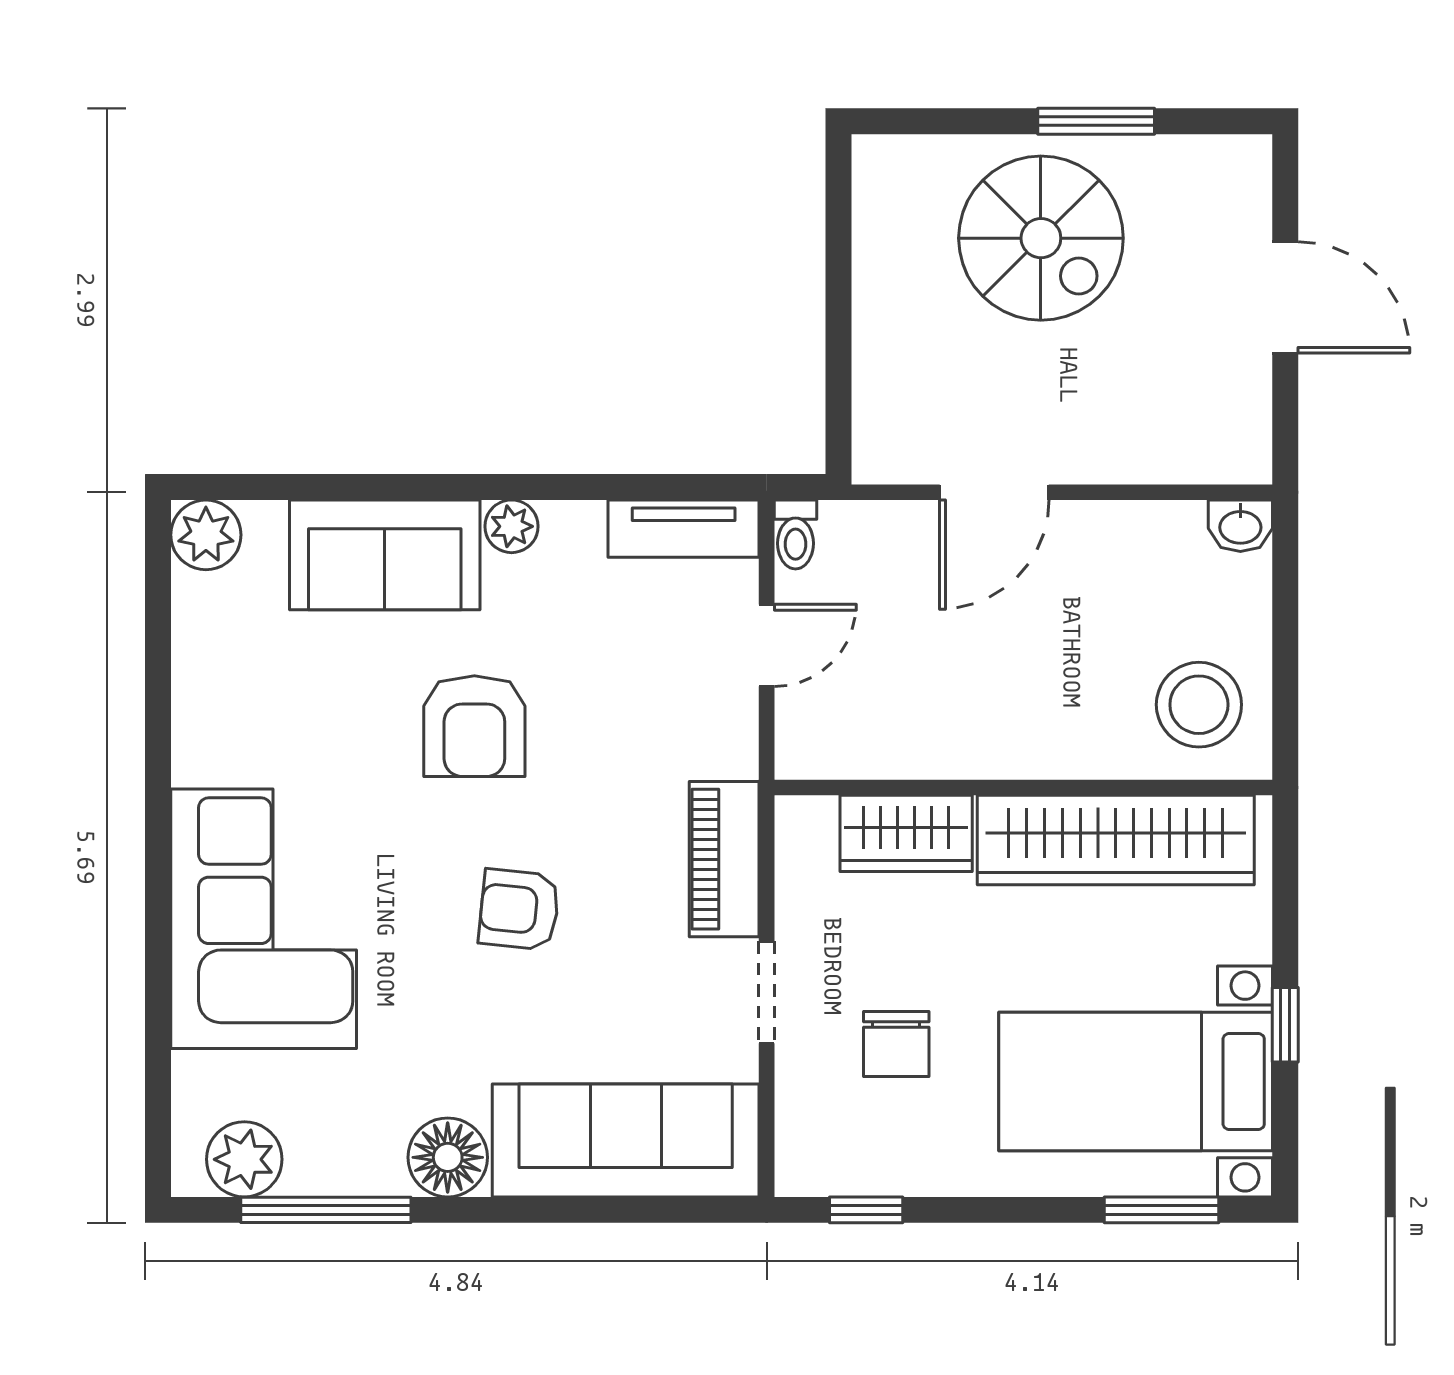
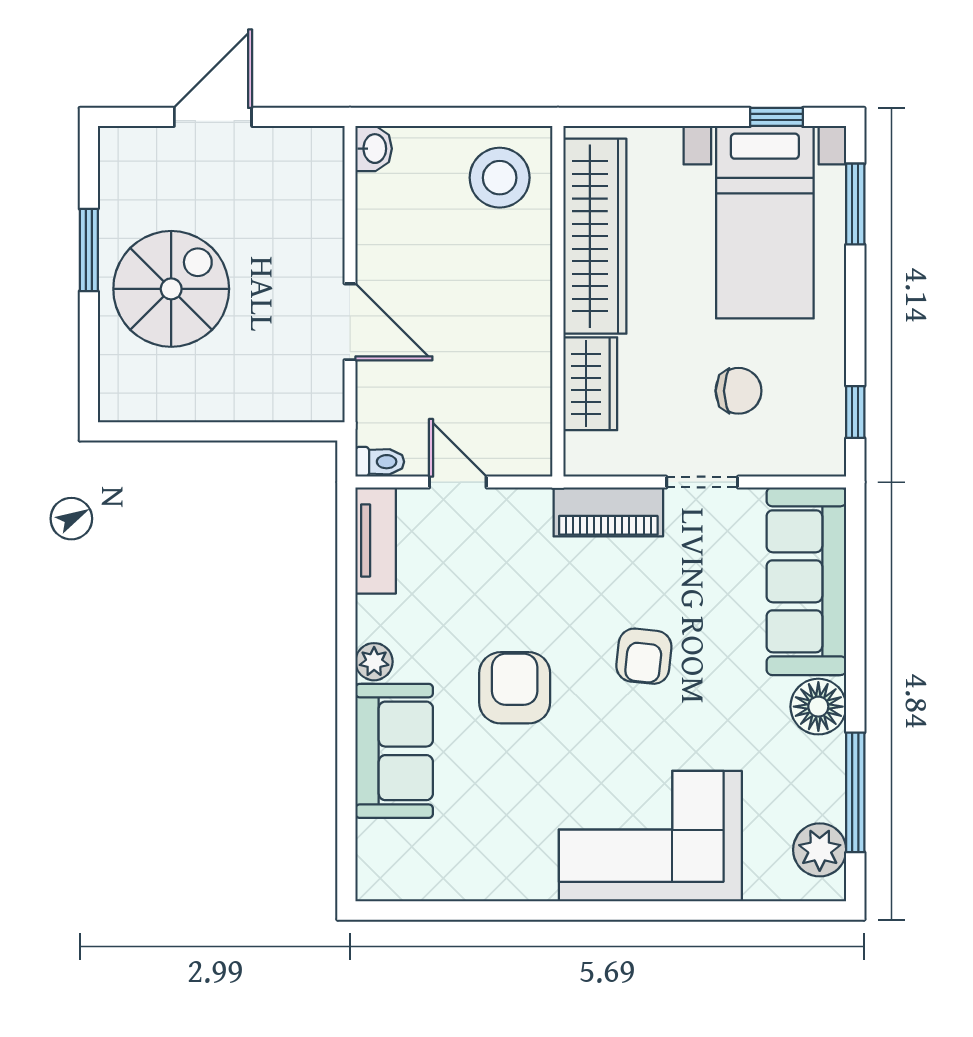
plant: (206, 535) -> (380, 877), removed
armchair: (474, 726) -> (515, 688), turned -90
window: (1285, 1025) -> (776, 117), moved

